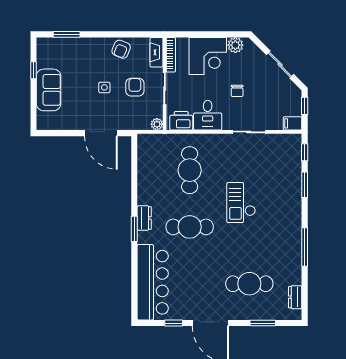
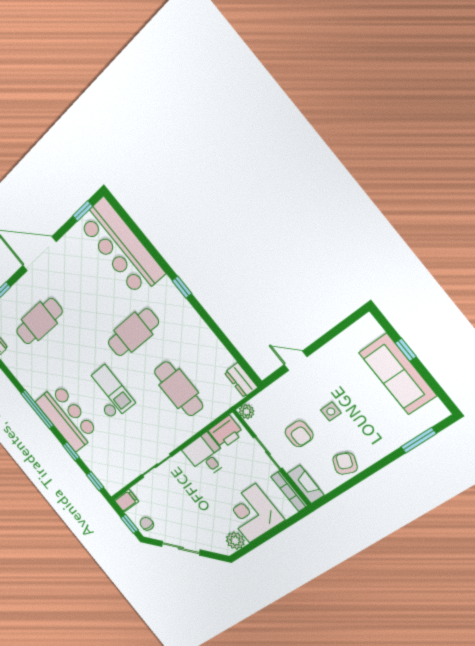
window: (34, 70) -> (406, 350), moved
sofa: (49, 90) -> (398, 374), width x1.36
chair: (237, 91) -> (147, 524), moved
door: (101, 133) -> (296, 361), width x0.53
window: (305, 185) -> (71, 451), width x0.67
bar counter: (286, 209) -> (67, 417), added
dresser: (144, 218) -> (241, 380), moved
window: (134, 229) -> (182, 287), width x0.67
window: (305, 247) -> (37, 409), moved
window: (174, 323) -> (83, 211), moved

